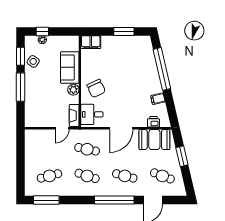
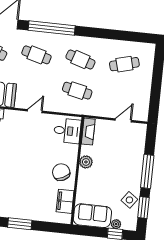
filing cabinet: (91, 42) -> (65, 201), moved, turned -90
sofa: (70, 67) -> (92, 216), moved, turned -90
chair: (96, 88) -> (61, 172), moved
door: (62, 128) -> (123, 120), moved
door: (121, 128) -> (35, 111), width x0.53
window: (46, 200) -> (131, 36), removed

